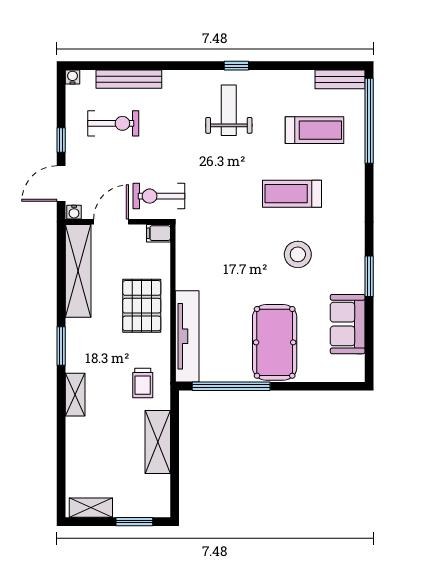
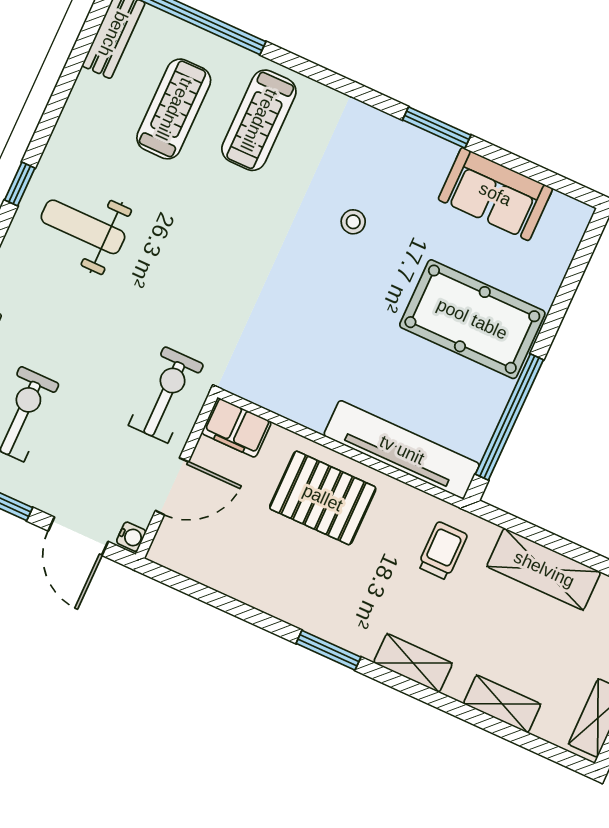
treadmill: (292, 194) -> (259, 120), moved
exercise bike: (159, 196) -> (166, 395), turned 180
door: (111, 222) -> (172, 486), swing flipped
filing cabinet: (159, 233) -> (236, 428), width x2.00
stool: (298, 254) -> (353, 222), width x0.53, depth x0.53
shelving: (78, 271) -> (502, 704), moved, width x0.45, depth x0.75
trolley: (143, 383) -> (442, 551), turned -90

